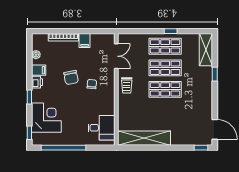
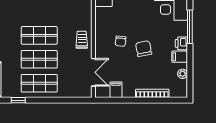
window: (171, 31) -> (18, 100), moved
filing cabinet: (85, 40) -> (116, 90), moved
double door: (116, 56) -> (93, 72), swing flipped
window: (29, 97) -> (190, 27), width x2.17

